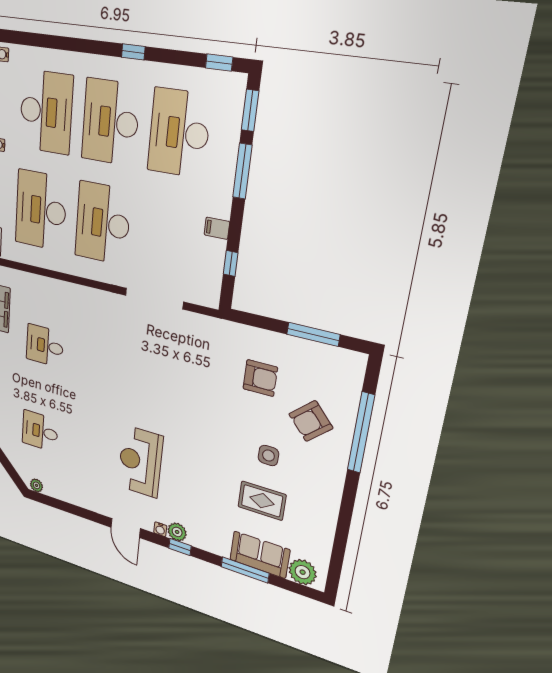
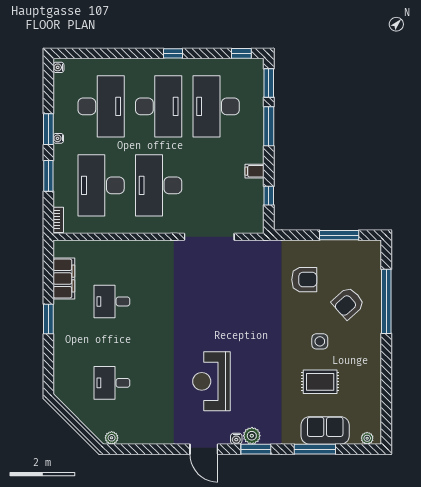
desk: (110, 122) -> (159, 106), turned 180
window: (180, 547) -> (256, 449), width x1.50
plant: (303, 572) -> (367, 438), width x0.53, depth x0.53

